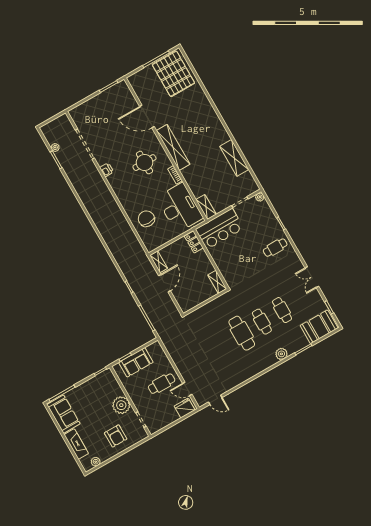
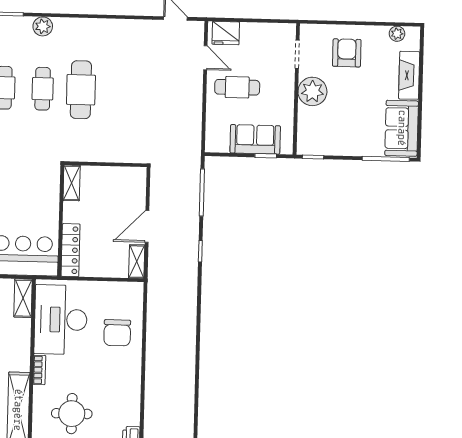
locker: (194, 242) -> (71, 250), width x1.53

